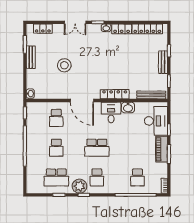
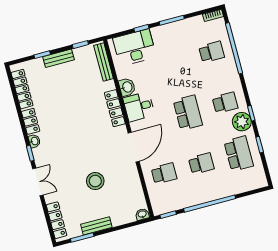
locker: (43, 29) -> (56, 220), width x1.53
piano: (162, 149) -> (168, 31), removed

